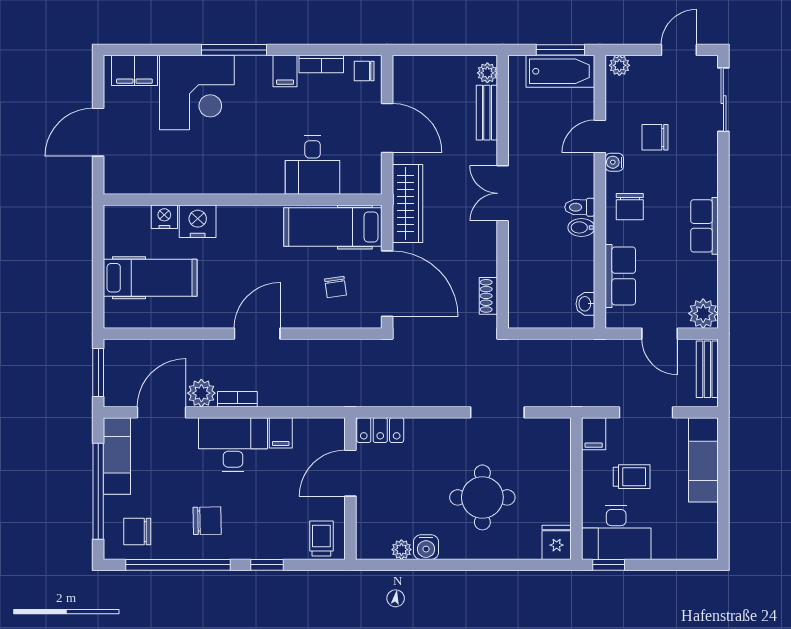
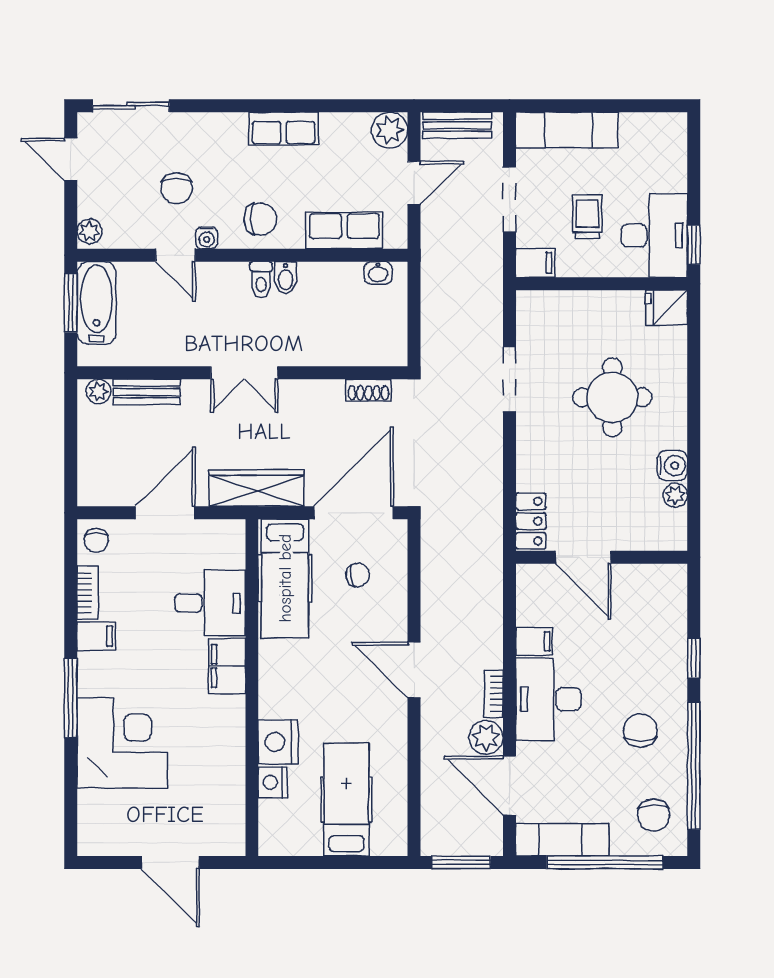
filing cabinet: (134, 70) -> (227, 666), moved, turned 180
trolley: (321, 538) -> (662, 592), removed

